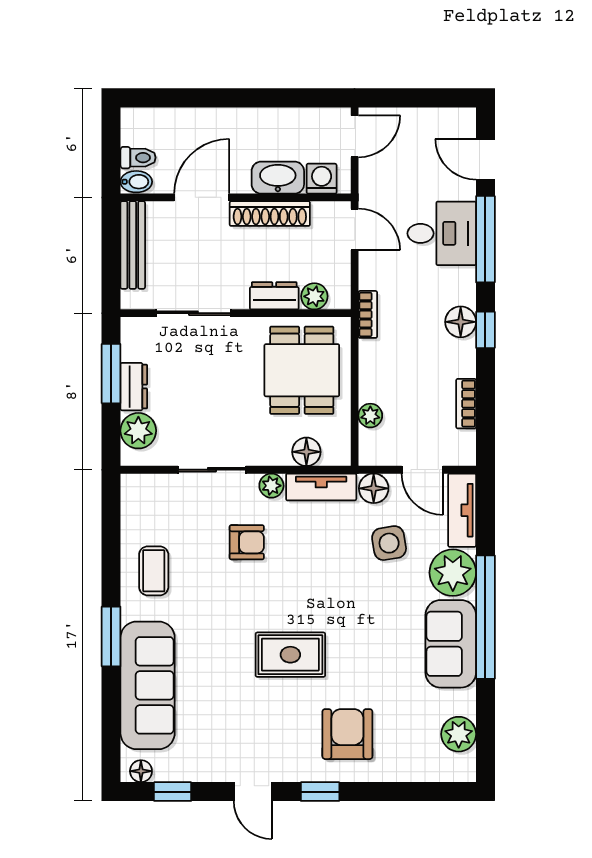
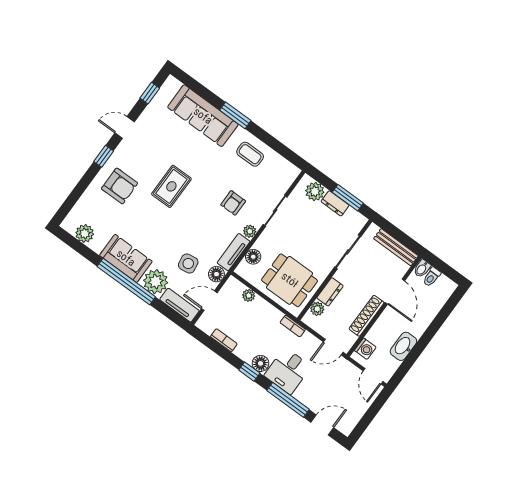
washbasin: (278, 178) -> (403, 346), moved, turned 180
desk: (442, 233) -> (288, 371), moved
floor lamp: (141, 771) -> (168, 86), removed

